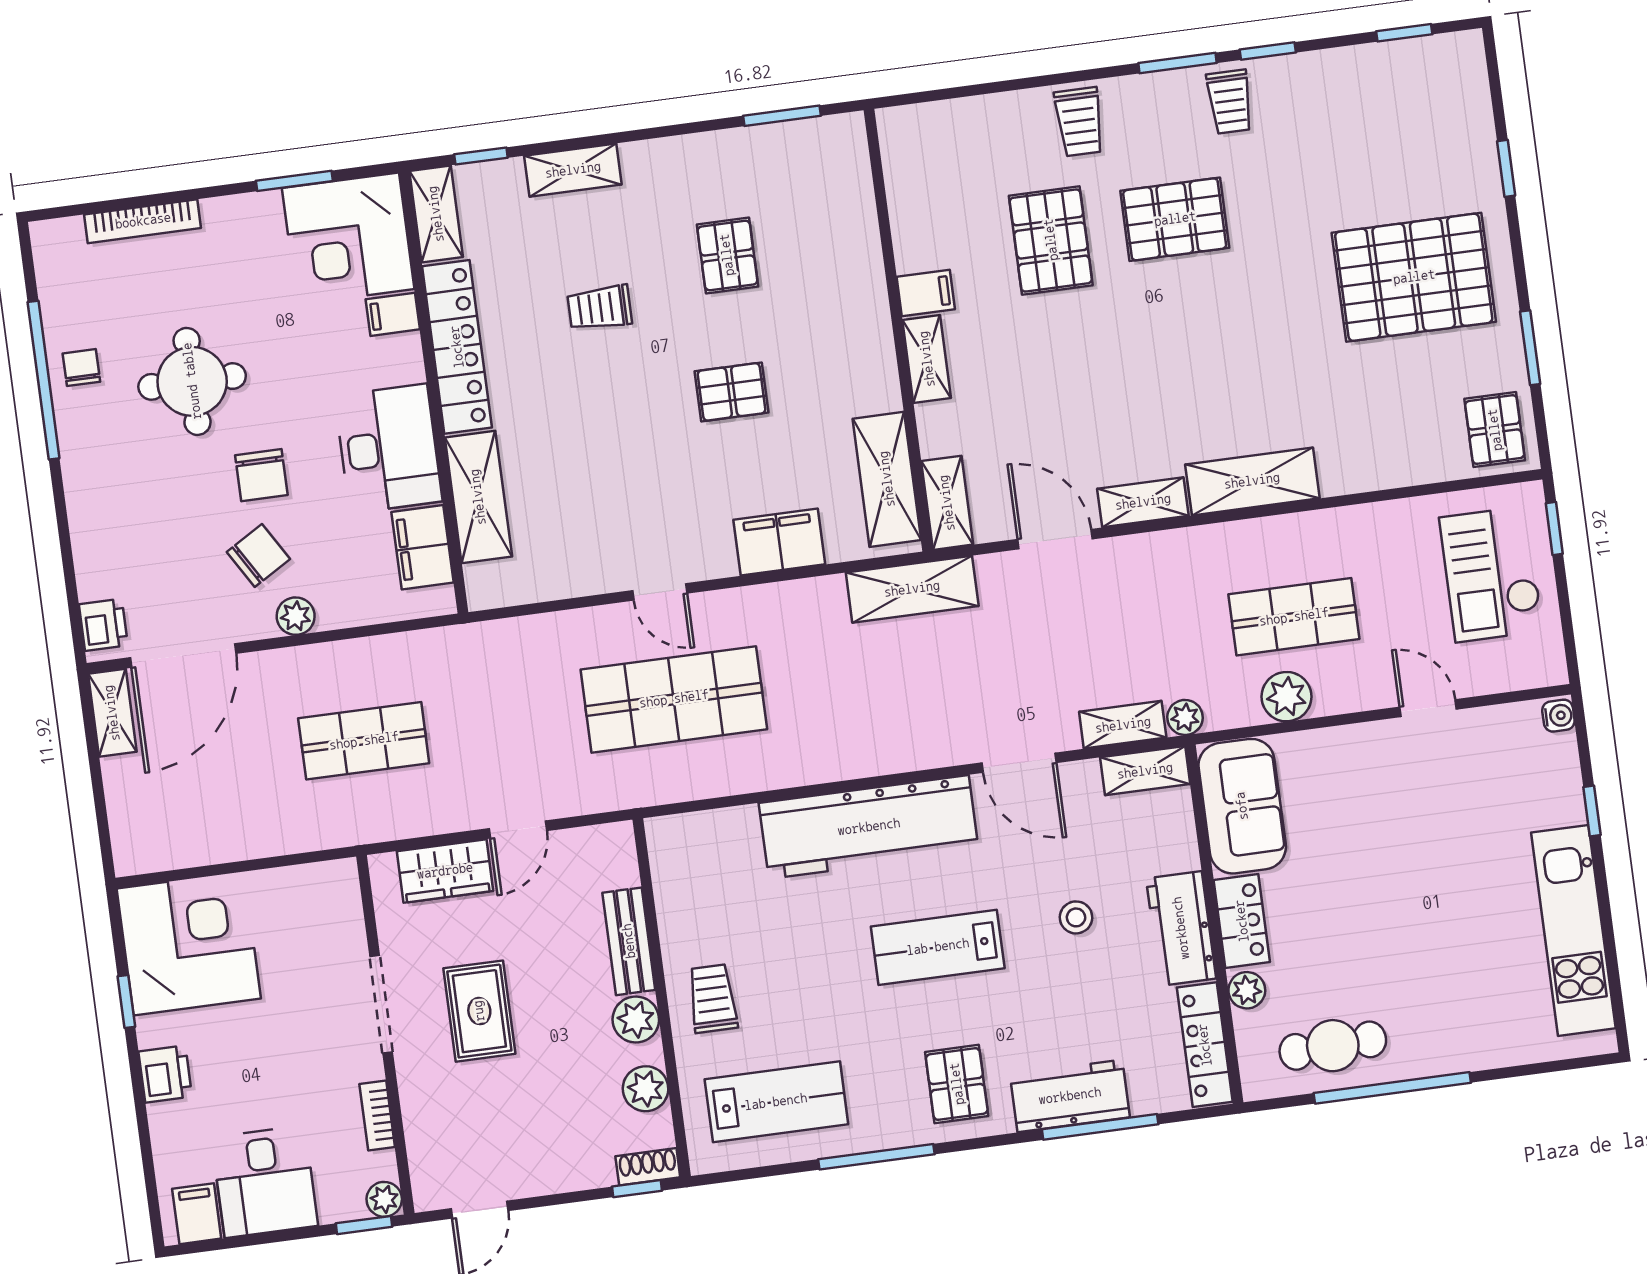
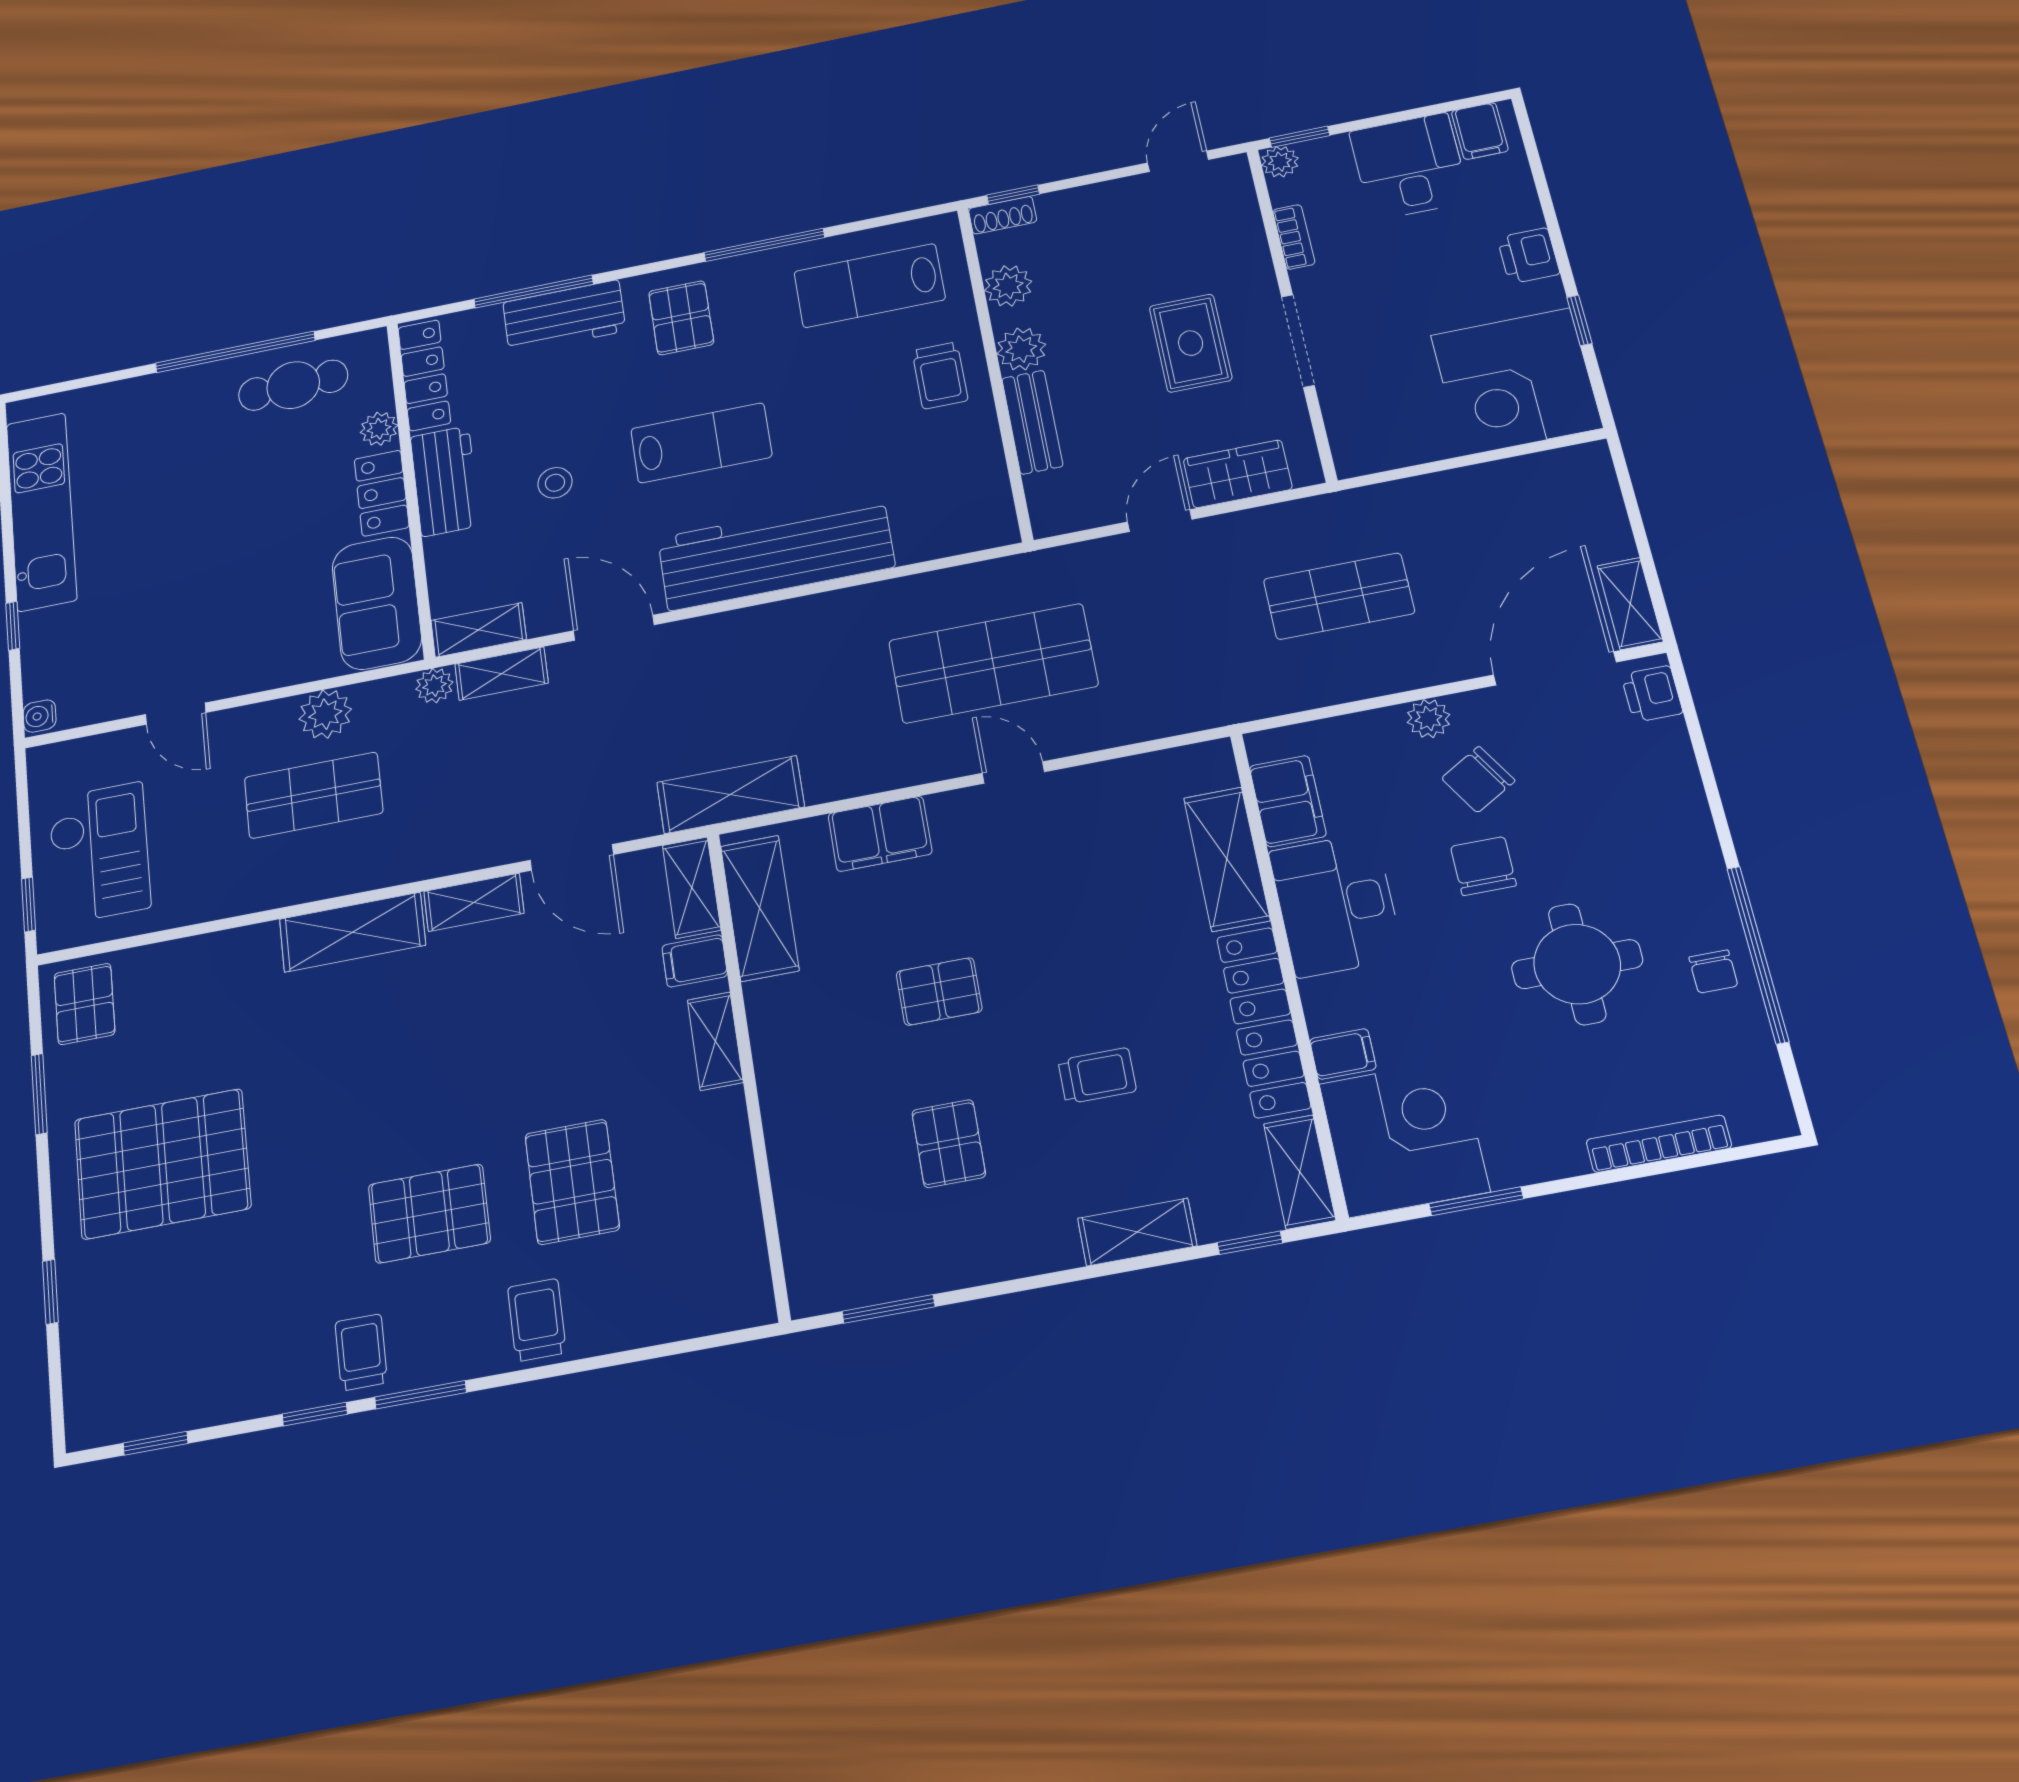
filing cabinet: (926, 293) -> (695, 961), moved

